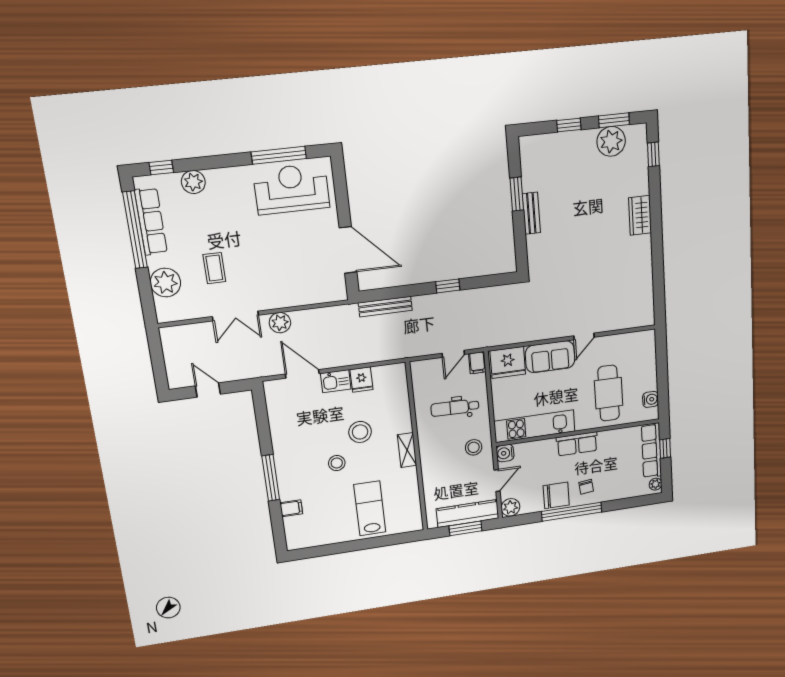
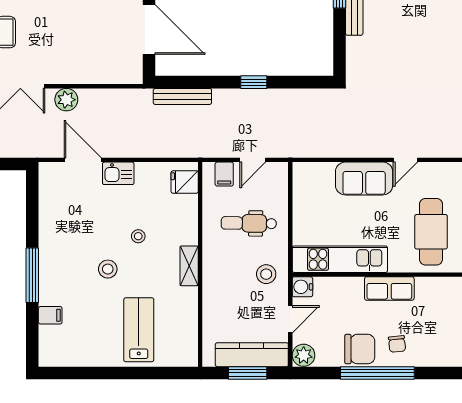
fridge: (508, 362) -> (314, 179), removed
filing cabinet: (477, 363) -> (224, 174), moved
fridge: (362, 380) -> (185, 182), moved, turned 90
stool: (360, 432) -> (138, 236), width x0.53, depth x0.53

